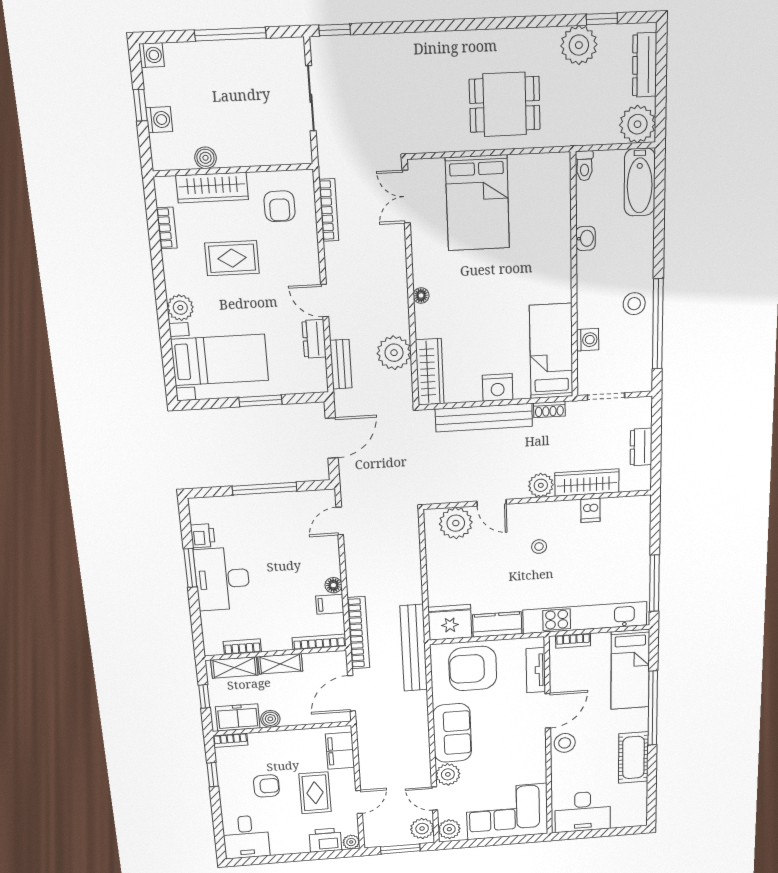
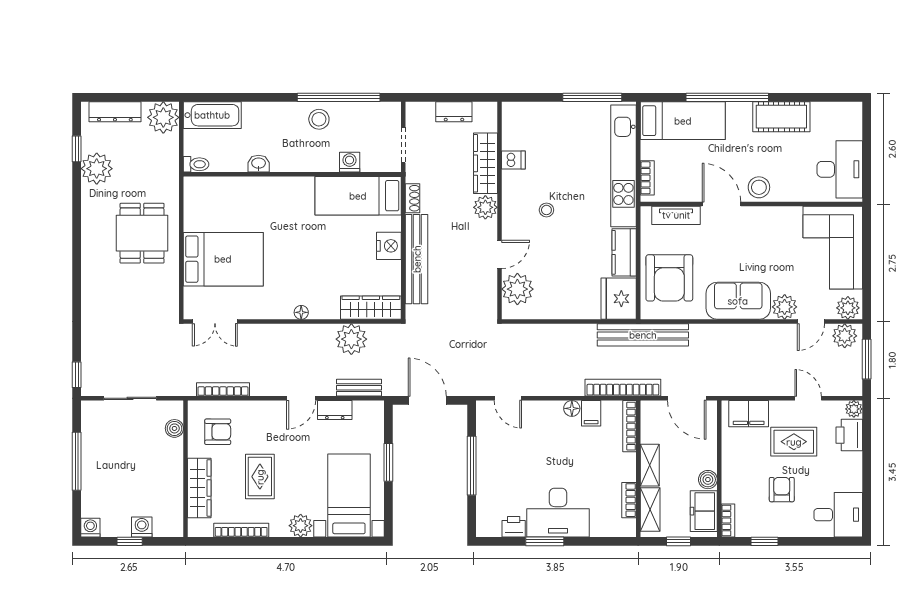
boiler: (205, 158) -> (174, 428), moved
bookcase: (167, 228) -> (241, 530), width x1.56

